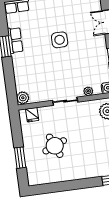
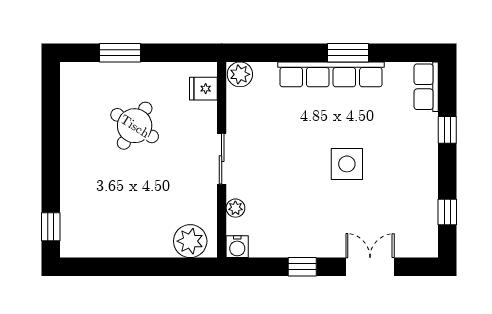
row of seats: (15, 40) -> (331, 74), width x2.02
round table: (55, 146) -> (135, 126), turned -35

